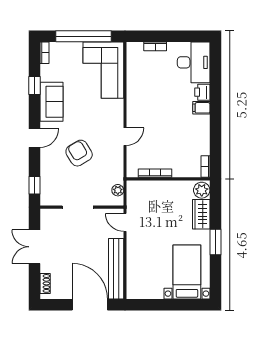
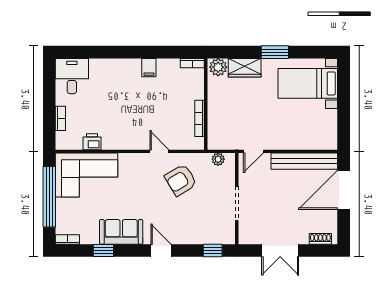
desk: (194, 62) -> (72, 76), width x0.73
printer: (202, 92) -> (92, 142), moved, turned 180
filing cabinet: (201, 108) -> (149, 68), moved
armchair: (79, 153) -> (181, 180), moved

